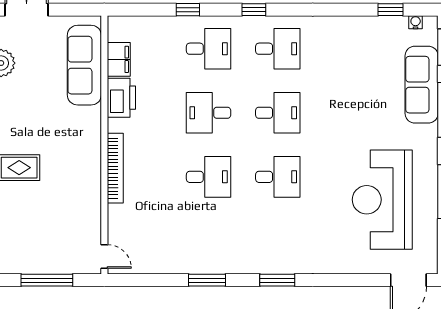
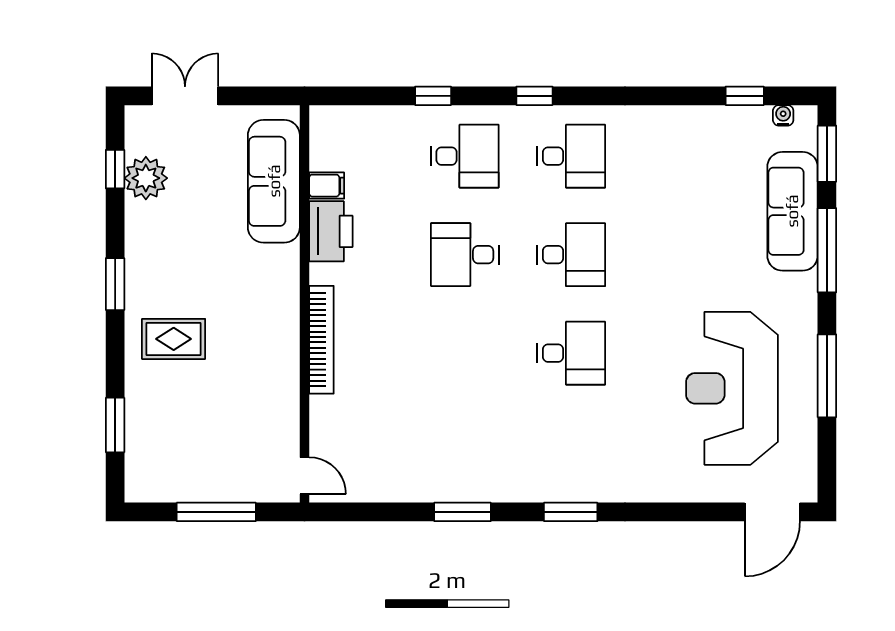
filing cabinet: (119, 59) -> (327, 186), width x0.50
desk: (209, 177) -> (465, 353), removed

